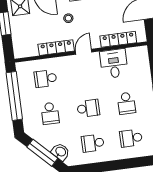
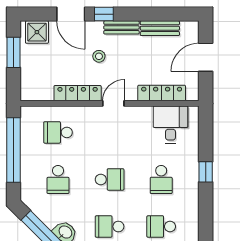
desk: (114, 64) -> (170, 125), moved

